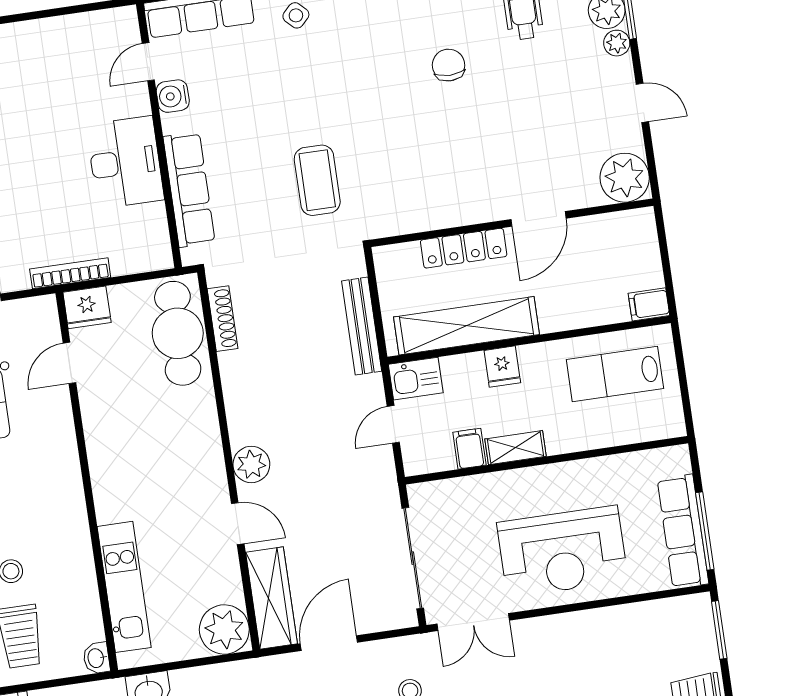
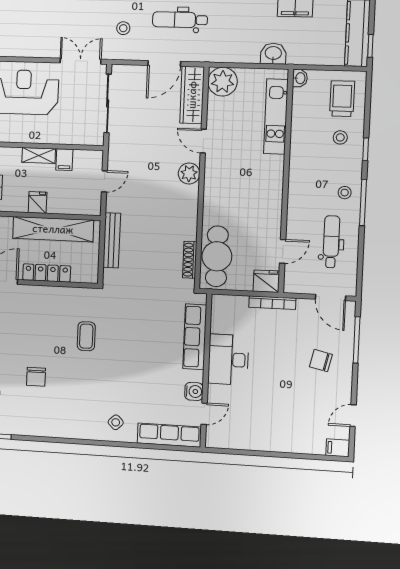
coffee table: (317, 180) -> (86, 336), moved, width x0.73, depth x0.77
kitchen sink: (416, 379) -> (87, 205), removed

